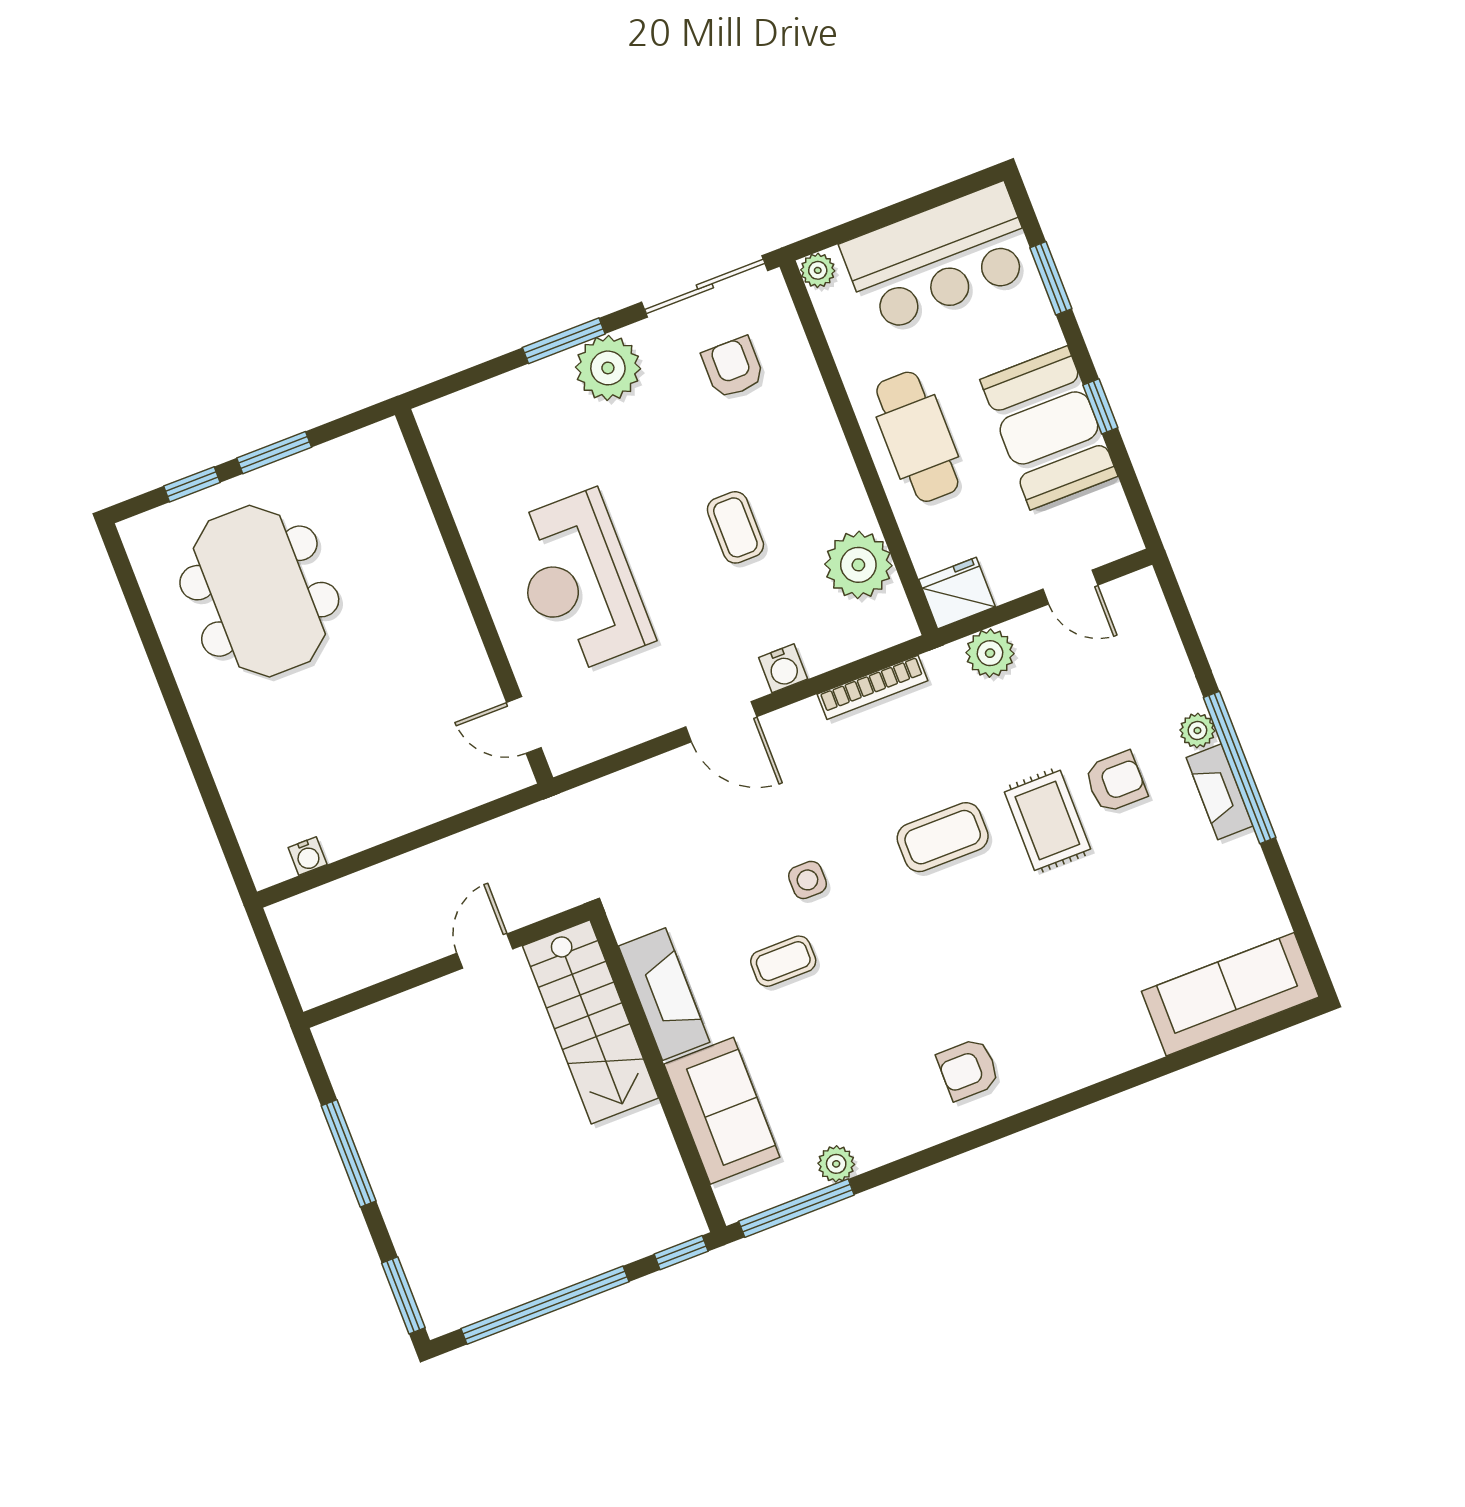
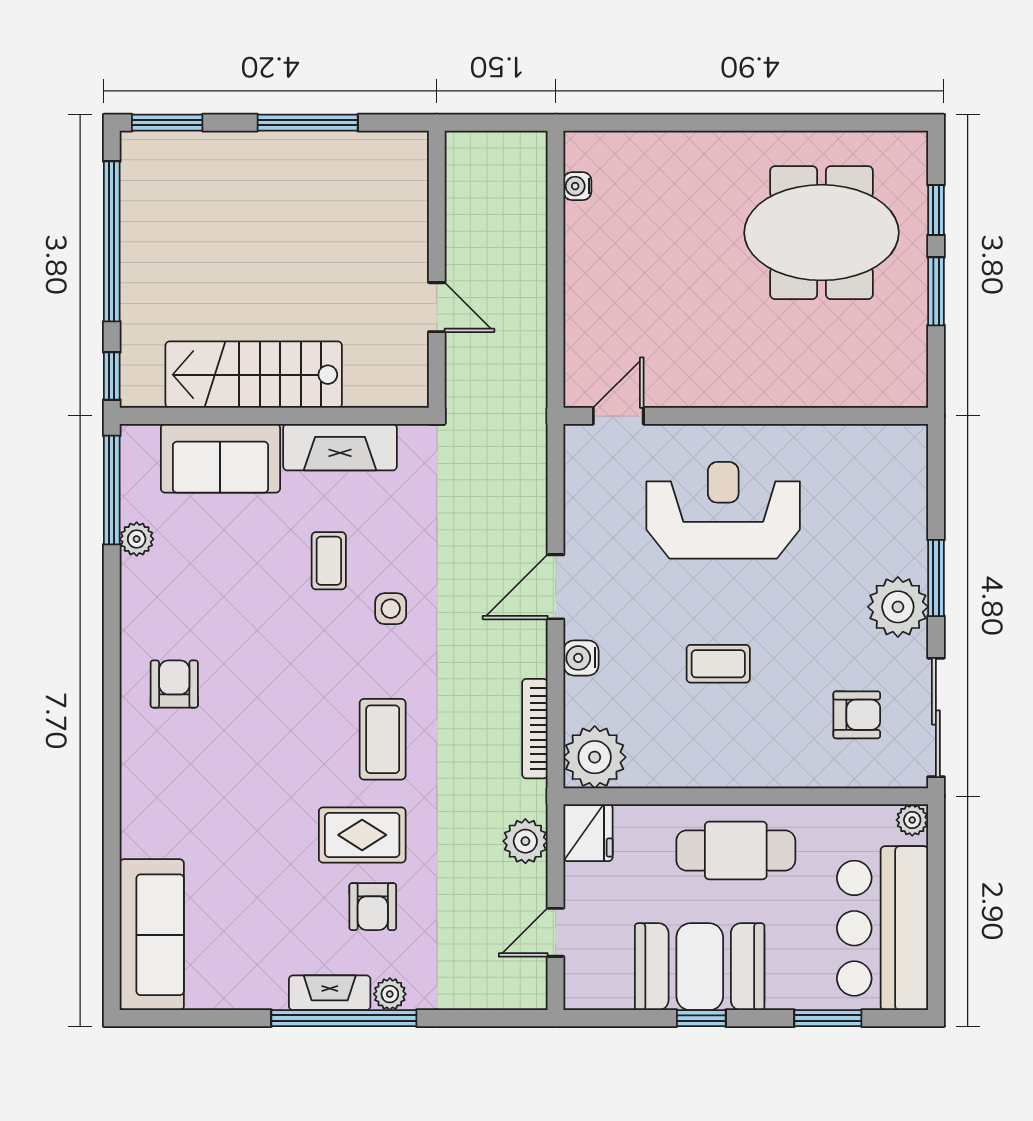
plant: (858, 565) -> (595, 757), moved
stairs: (591, 1022) -> (254, 375), moved

